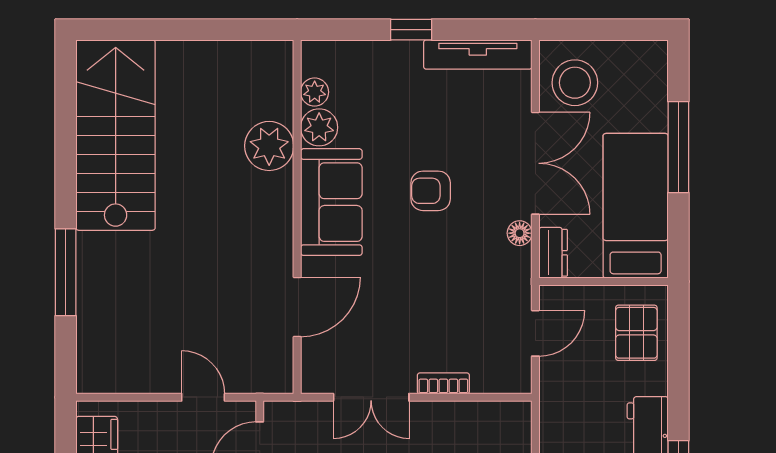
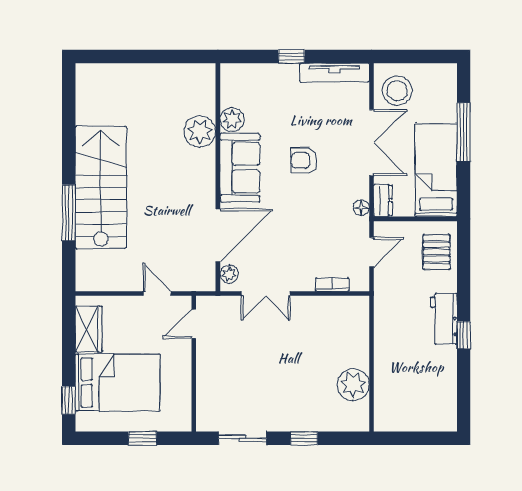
plant: (315, 92) -> (229, 274), moved
stairs: (116, 135) -> (101, 187), moved
floor lamp: (520, 233) -> (361, 208), moved
door: (297, 307) -> (218, 235), width x1.36
bookcase: (443, 383) -> (332, 285), moved

